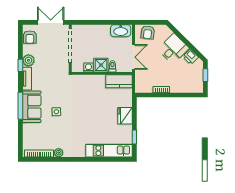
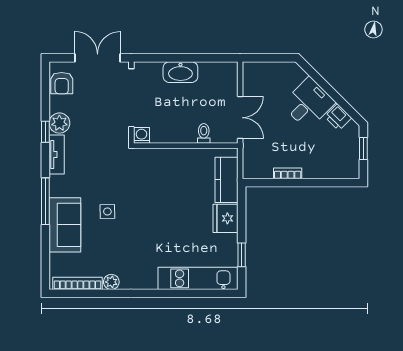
washbasin: (121, 31) -> (180, 72), moved
armchair: (148, 32) -> (264, 75), removed
shower: (101, 65) -> (184, 131), removed
washing machine: (88, 67) -> (141, 135), moved
kitchen counter: (119, 81) -> (226, 180), moved, turned 90
sofa: (32, 107) -> (65, 225), moved

